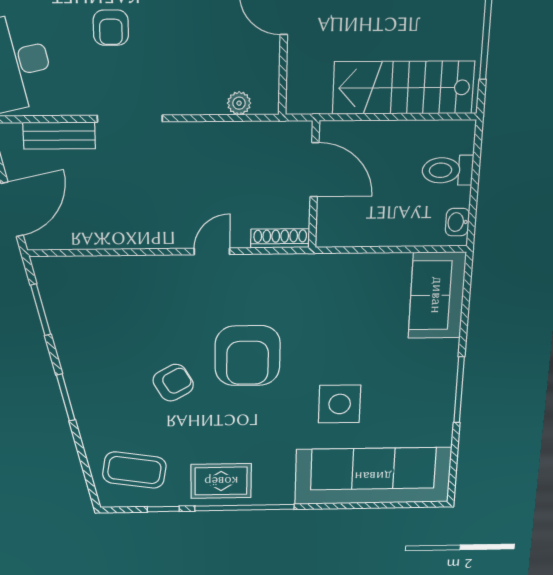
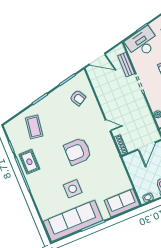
armchair: (173, 383) -> (78, 98), moved
coffee table: (134, 470) -> (34, 127), moved
sofa: (373, 476) -> (73, 221), moved, turned -90

